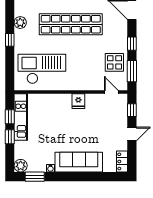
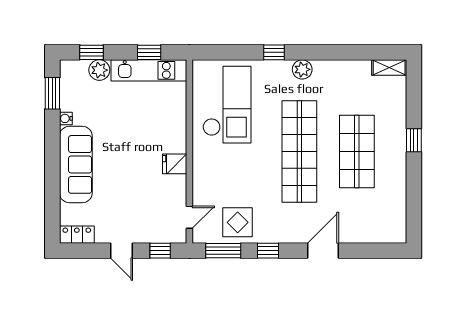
window: (10, 137) -> (92, 52), moved
plant: (21, 166) -> (99, 70), moved

